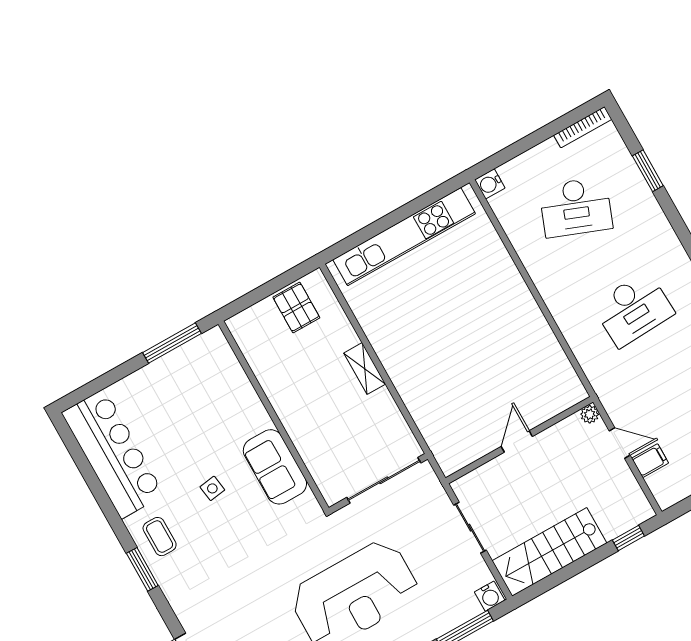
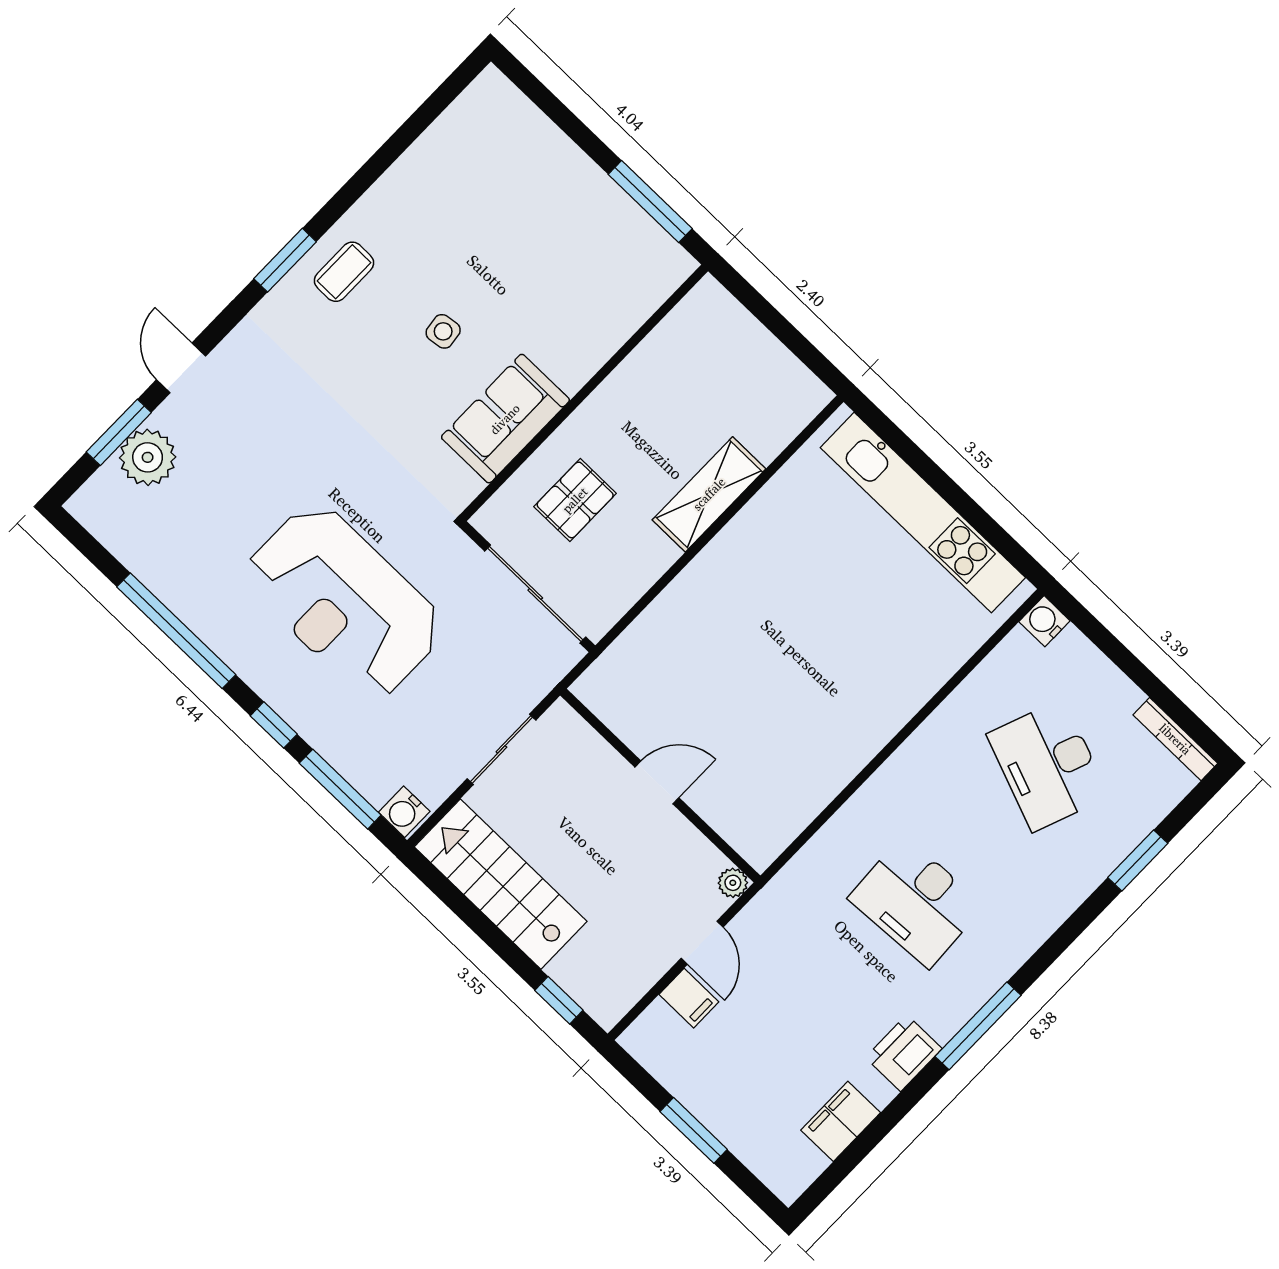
pallet: (296, 307) -> (575, 500), moved
shelving: (365, 369) -> (709, 494), width x1.50, depth x1.33
bar counter: (113, 454) -> (451, 161), removed

